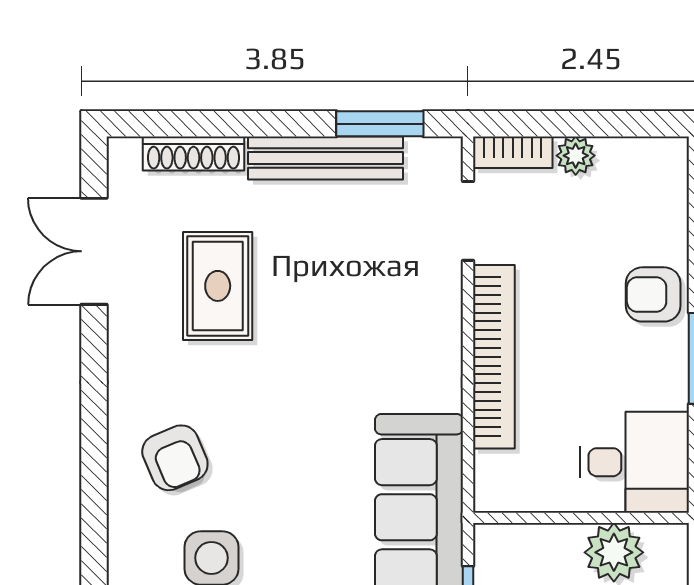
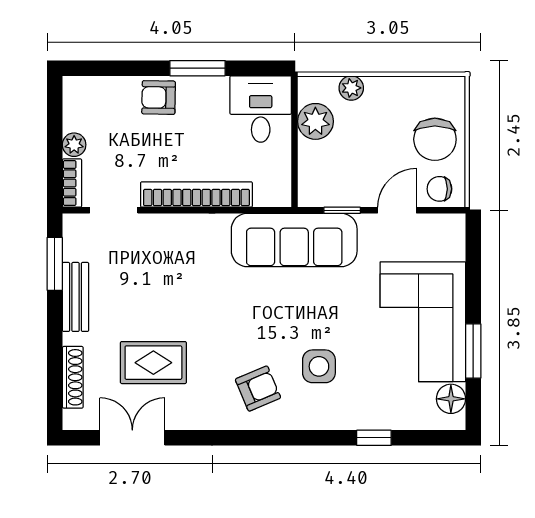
bench: (326, 158) -> (76, 297), width x0.73
double door: (94, 251) -> (132, 438), swing flipped
armchair: (653, 294) -> (159, 98), turned 91

